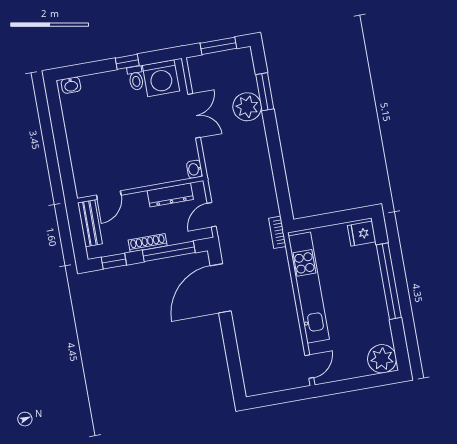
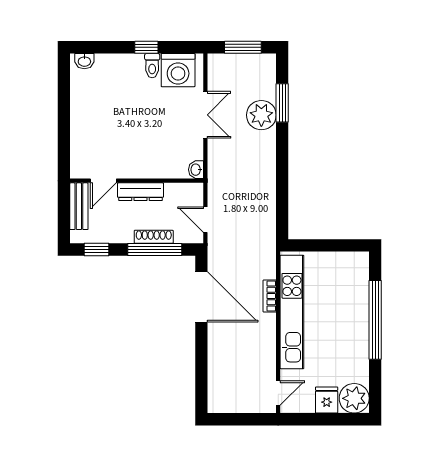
dresser: (170, 195) -> (140, 192), moved
door: (212, 215) -> (205, 220), hinge flipped
bookcase: (277, 232) -> (270, 296), moved
fridge: (362, 234) -> (327, 400), moved, turned 90
shoe rack: (148, 243) -> (154, 237), moved
door: (221, 288) -> (201, 297), swing flipped

